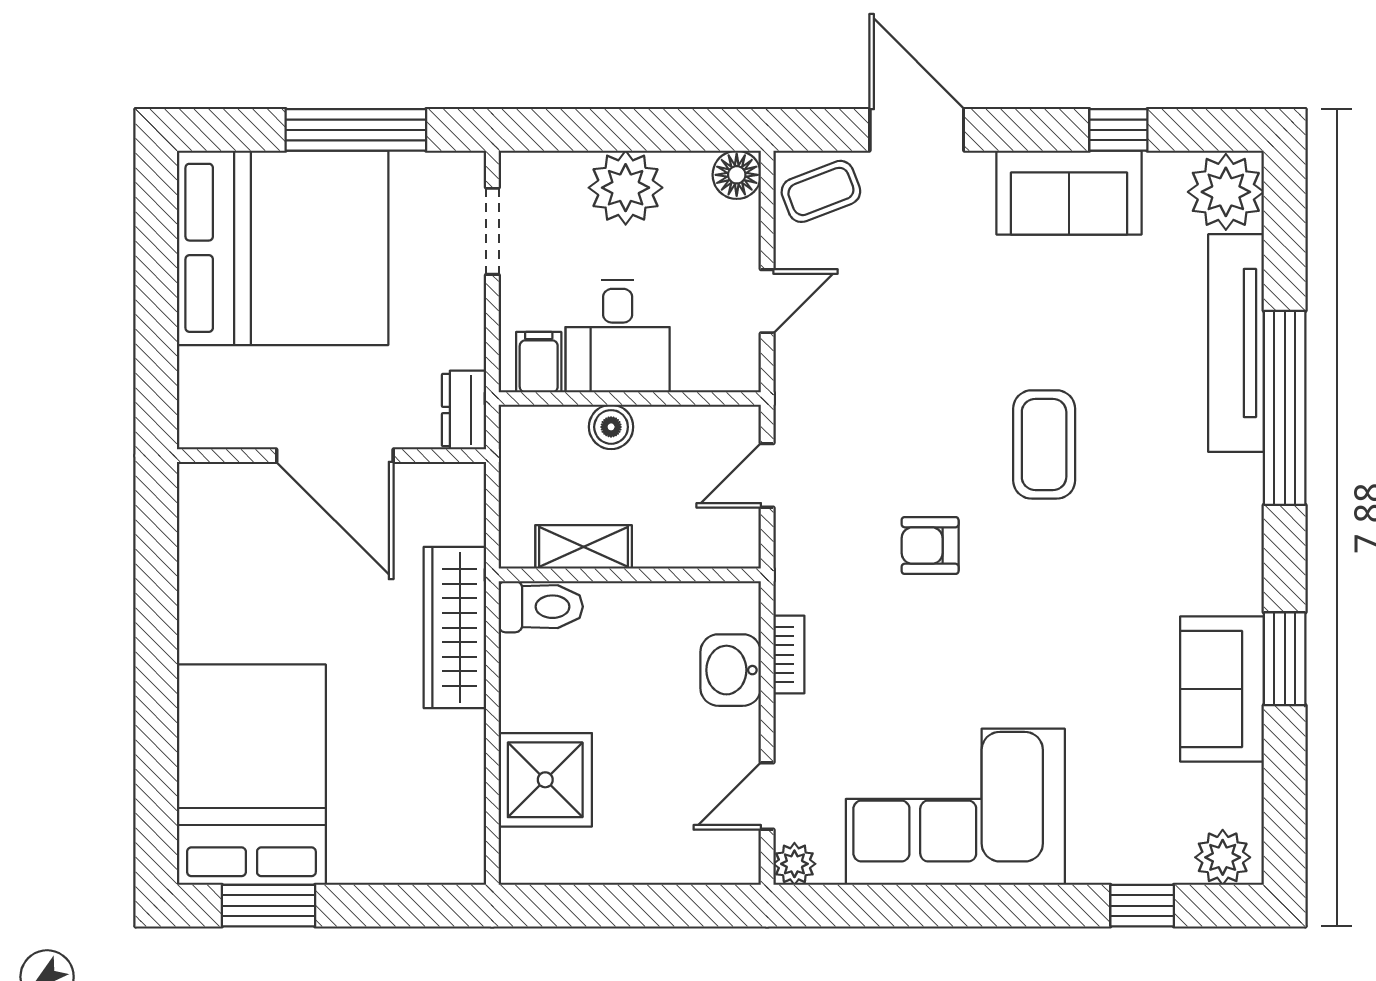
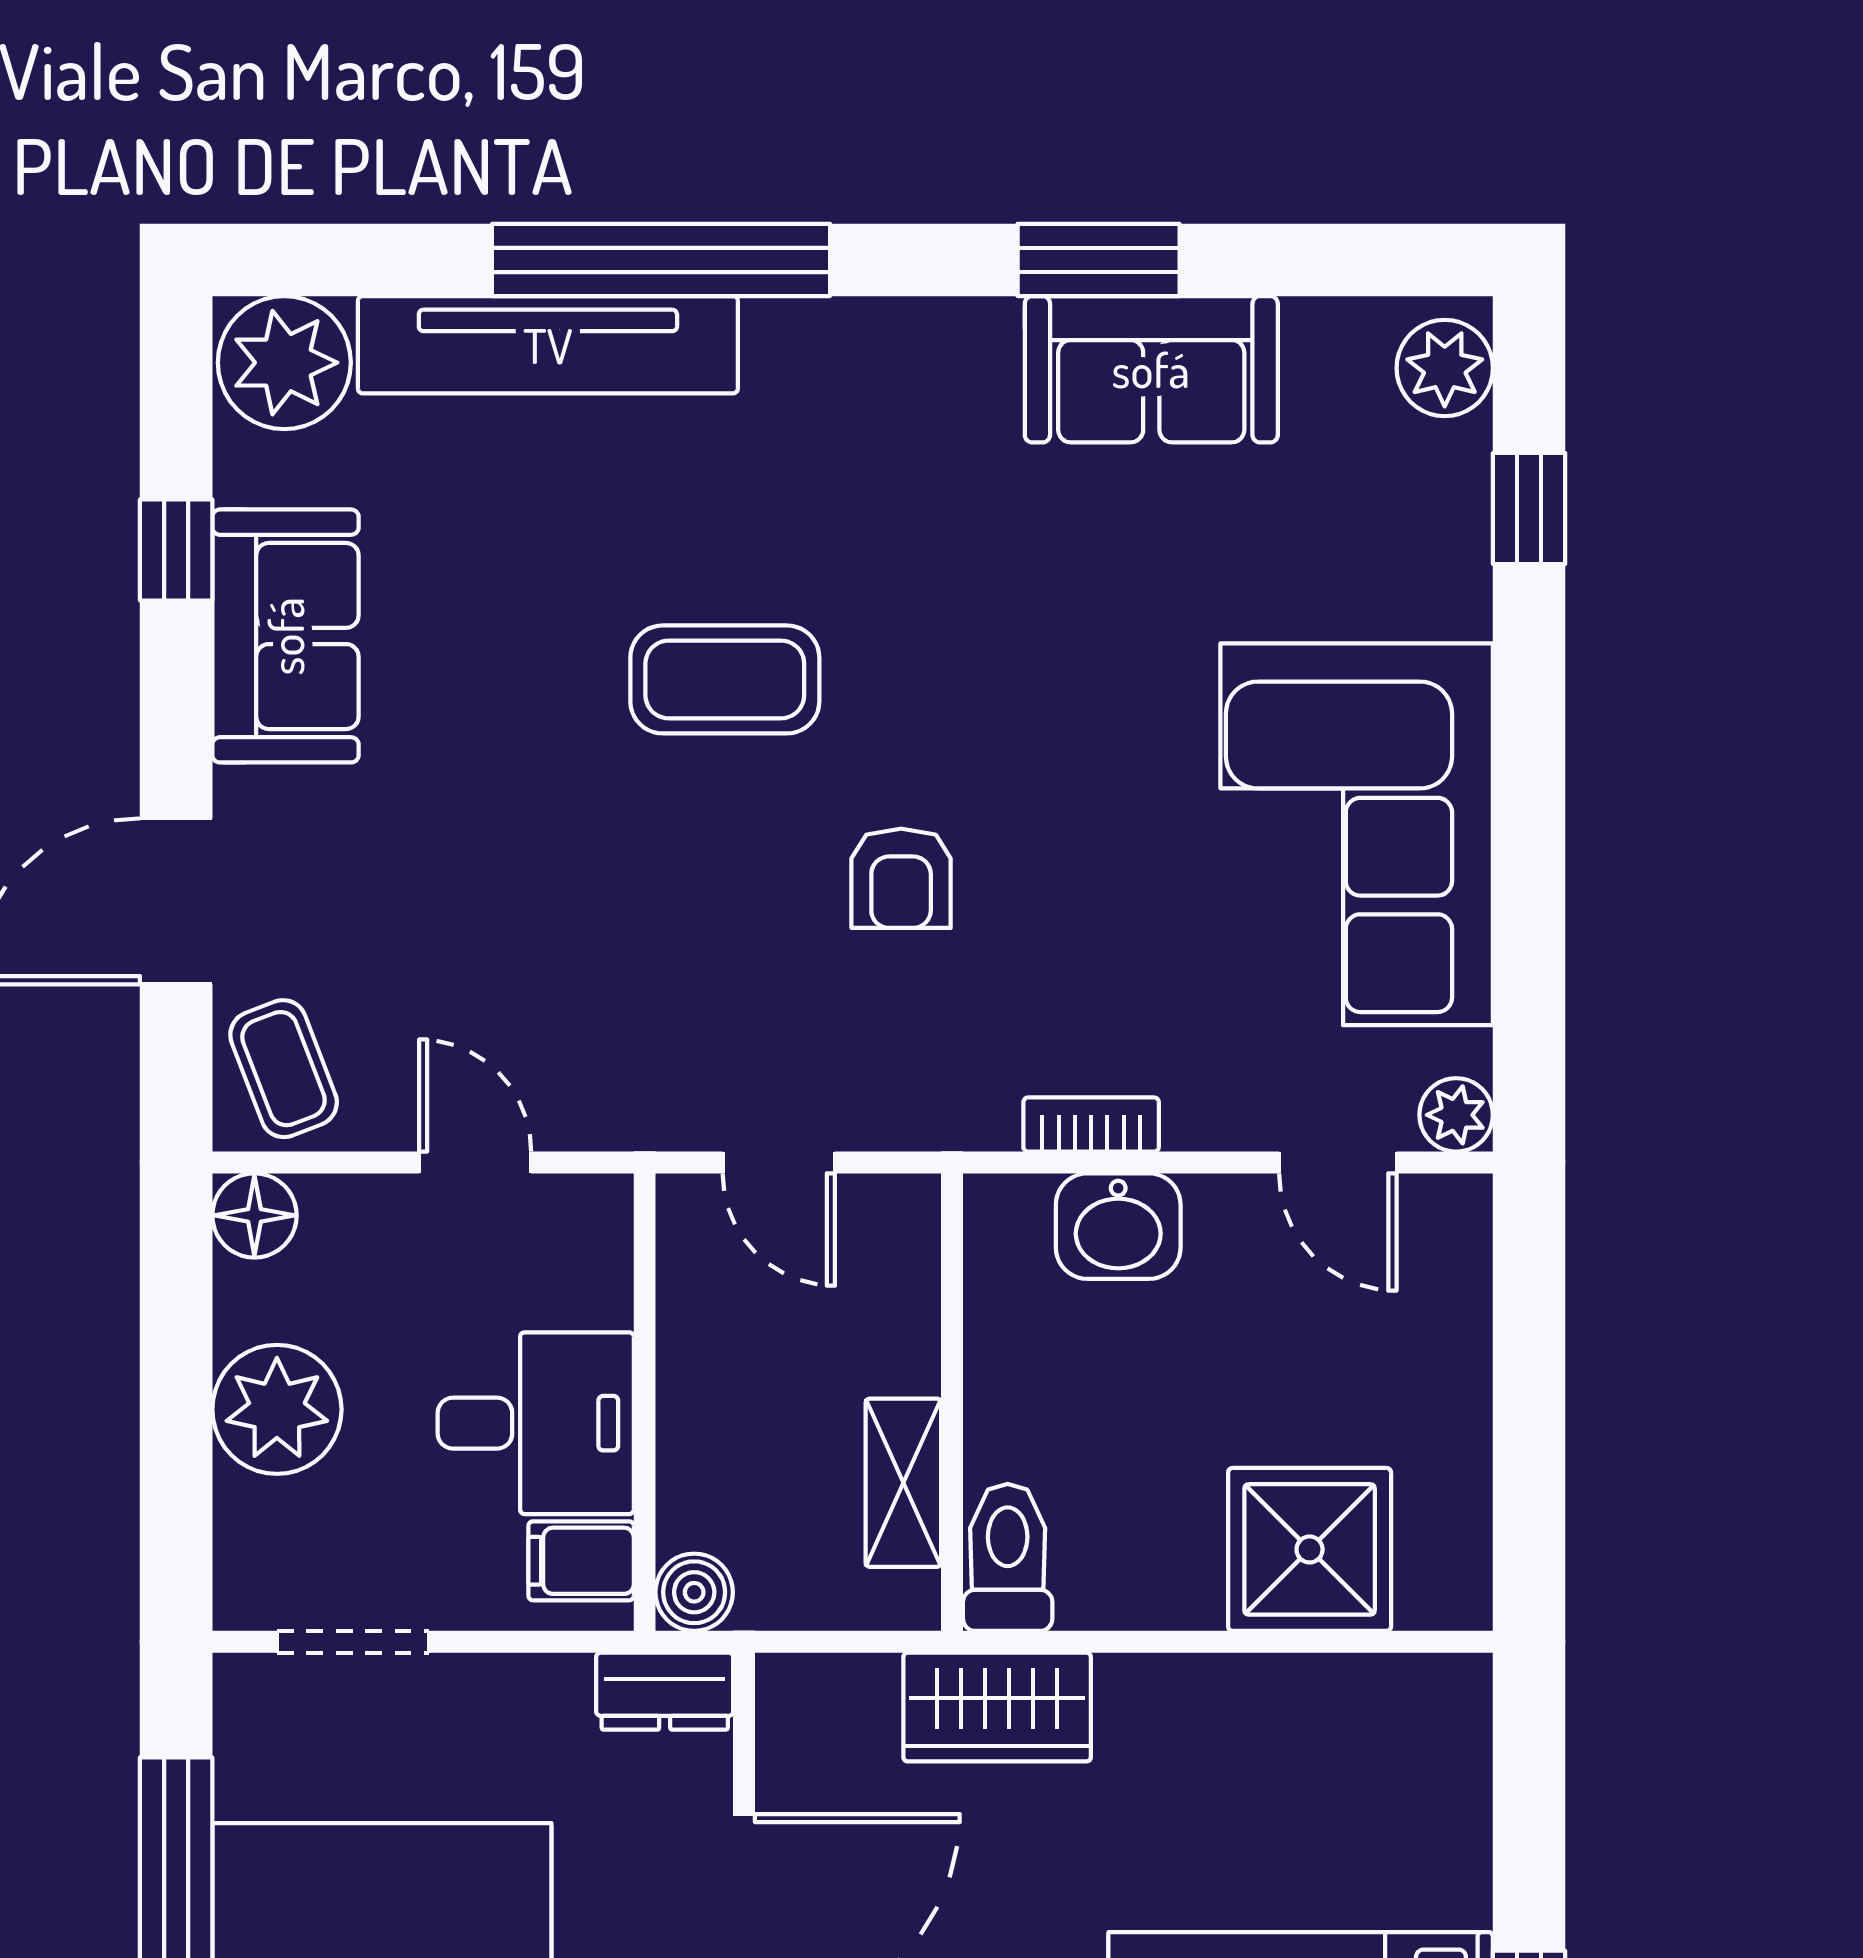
boiler: (611, 427) -> (694, 1592), moved
wardrobe: (455, 628) -> (997, 1707), width x0.67

